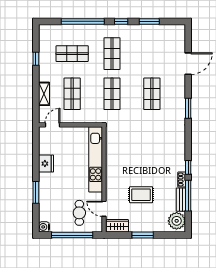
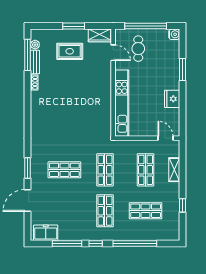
window: (149, 21) -> (67, 243), width x1.44
freezer: (170, 32) -> (46, 233), added
shop shelf: (152, 94) -> (64, 170), turned 90
window: (188, 108) -> (27, 168), moved
door: (53, 125) -> (166, 138), swing flipped
window: (188, 167) -> (27, 95), removed
rug: (141, 195) -> (70, 51), moved
window: (188, 196) -> (27, 55), moved
plant: (177, 221) -> (35, 45), width x0.53, depth x0.53

